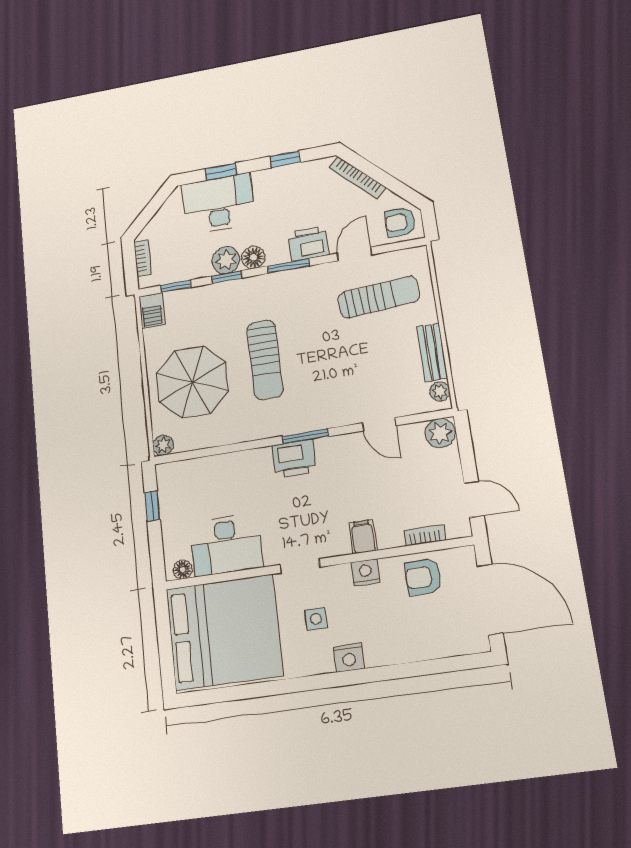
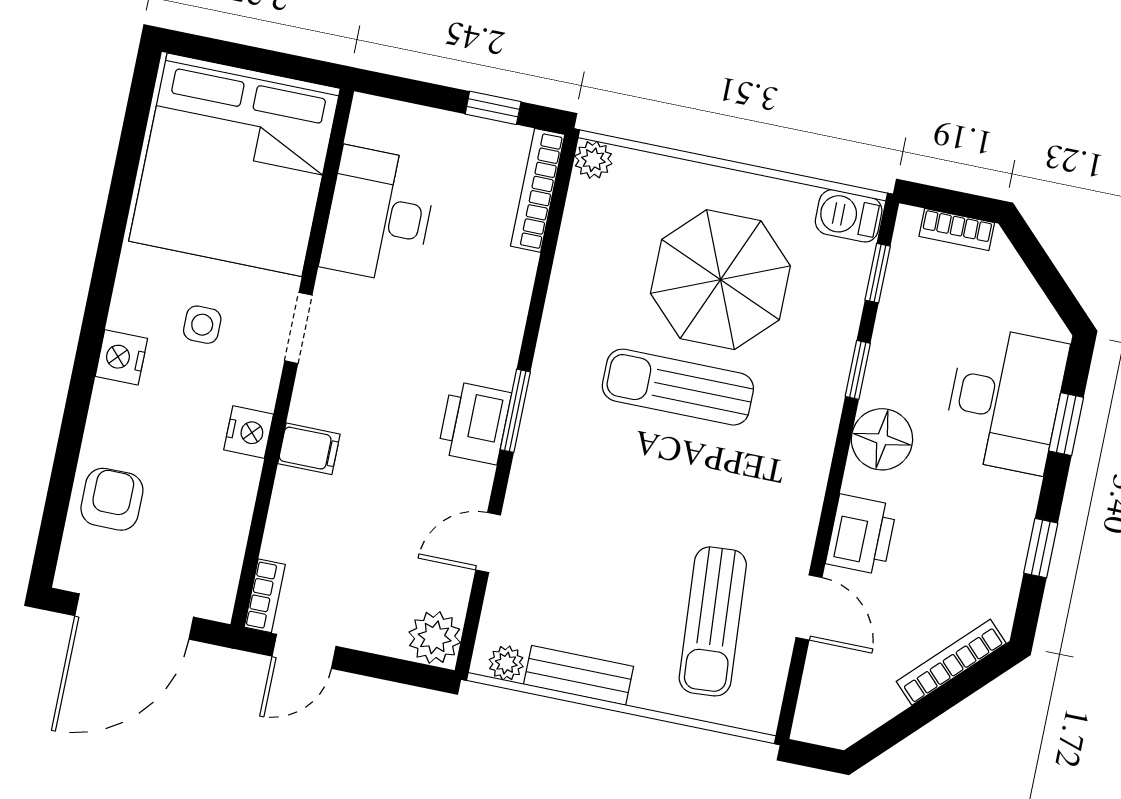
armchair: (400, 222) -> (836, 706), removed
floor lamp: (253, 257) -> (882, 439), width x1.38, depth x1.38
plant: (226, 260) -> (890, 379), removed
window: (288, 266) -> (834, 486), removed
parasol: (192, 382) -> (720, 280), moved
printer: (294, 459) -> (474, 423), moved
bookcase: (187, 467) -> (538, 190), added
bookcase: (425, 535) -> (265, 596), moved
floor lamp: (183, 570) -> (364, 127), removed
armchair: (423, 577) -> (112, 499), moved

